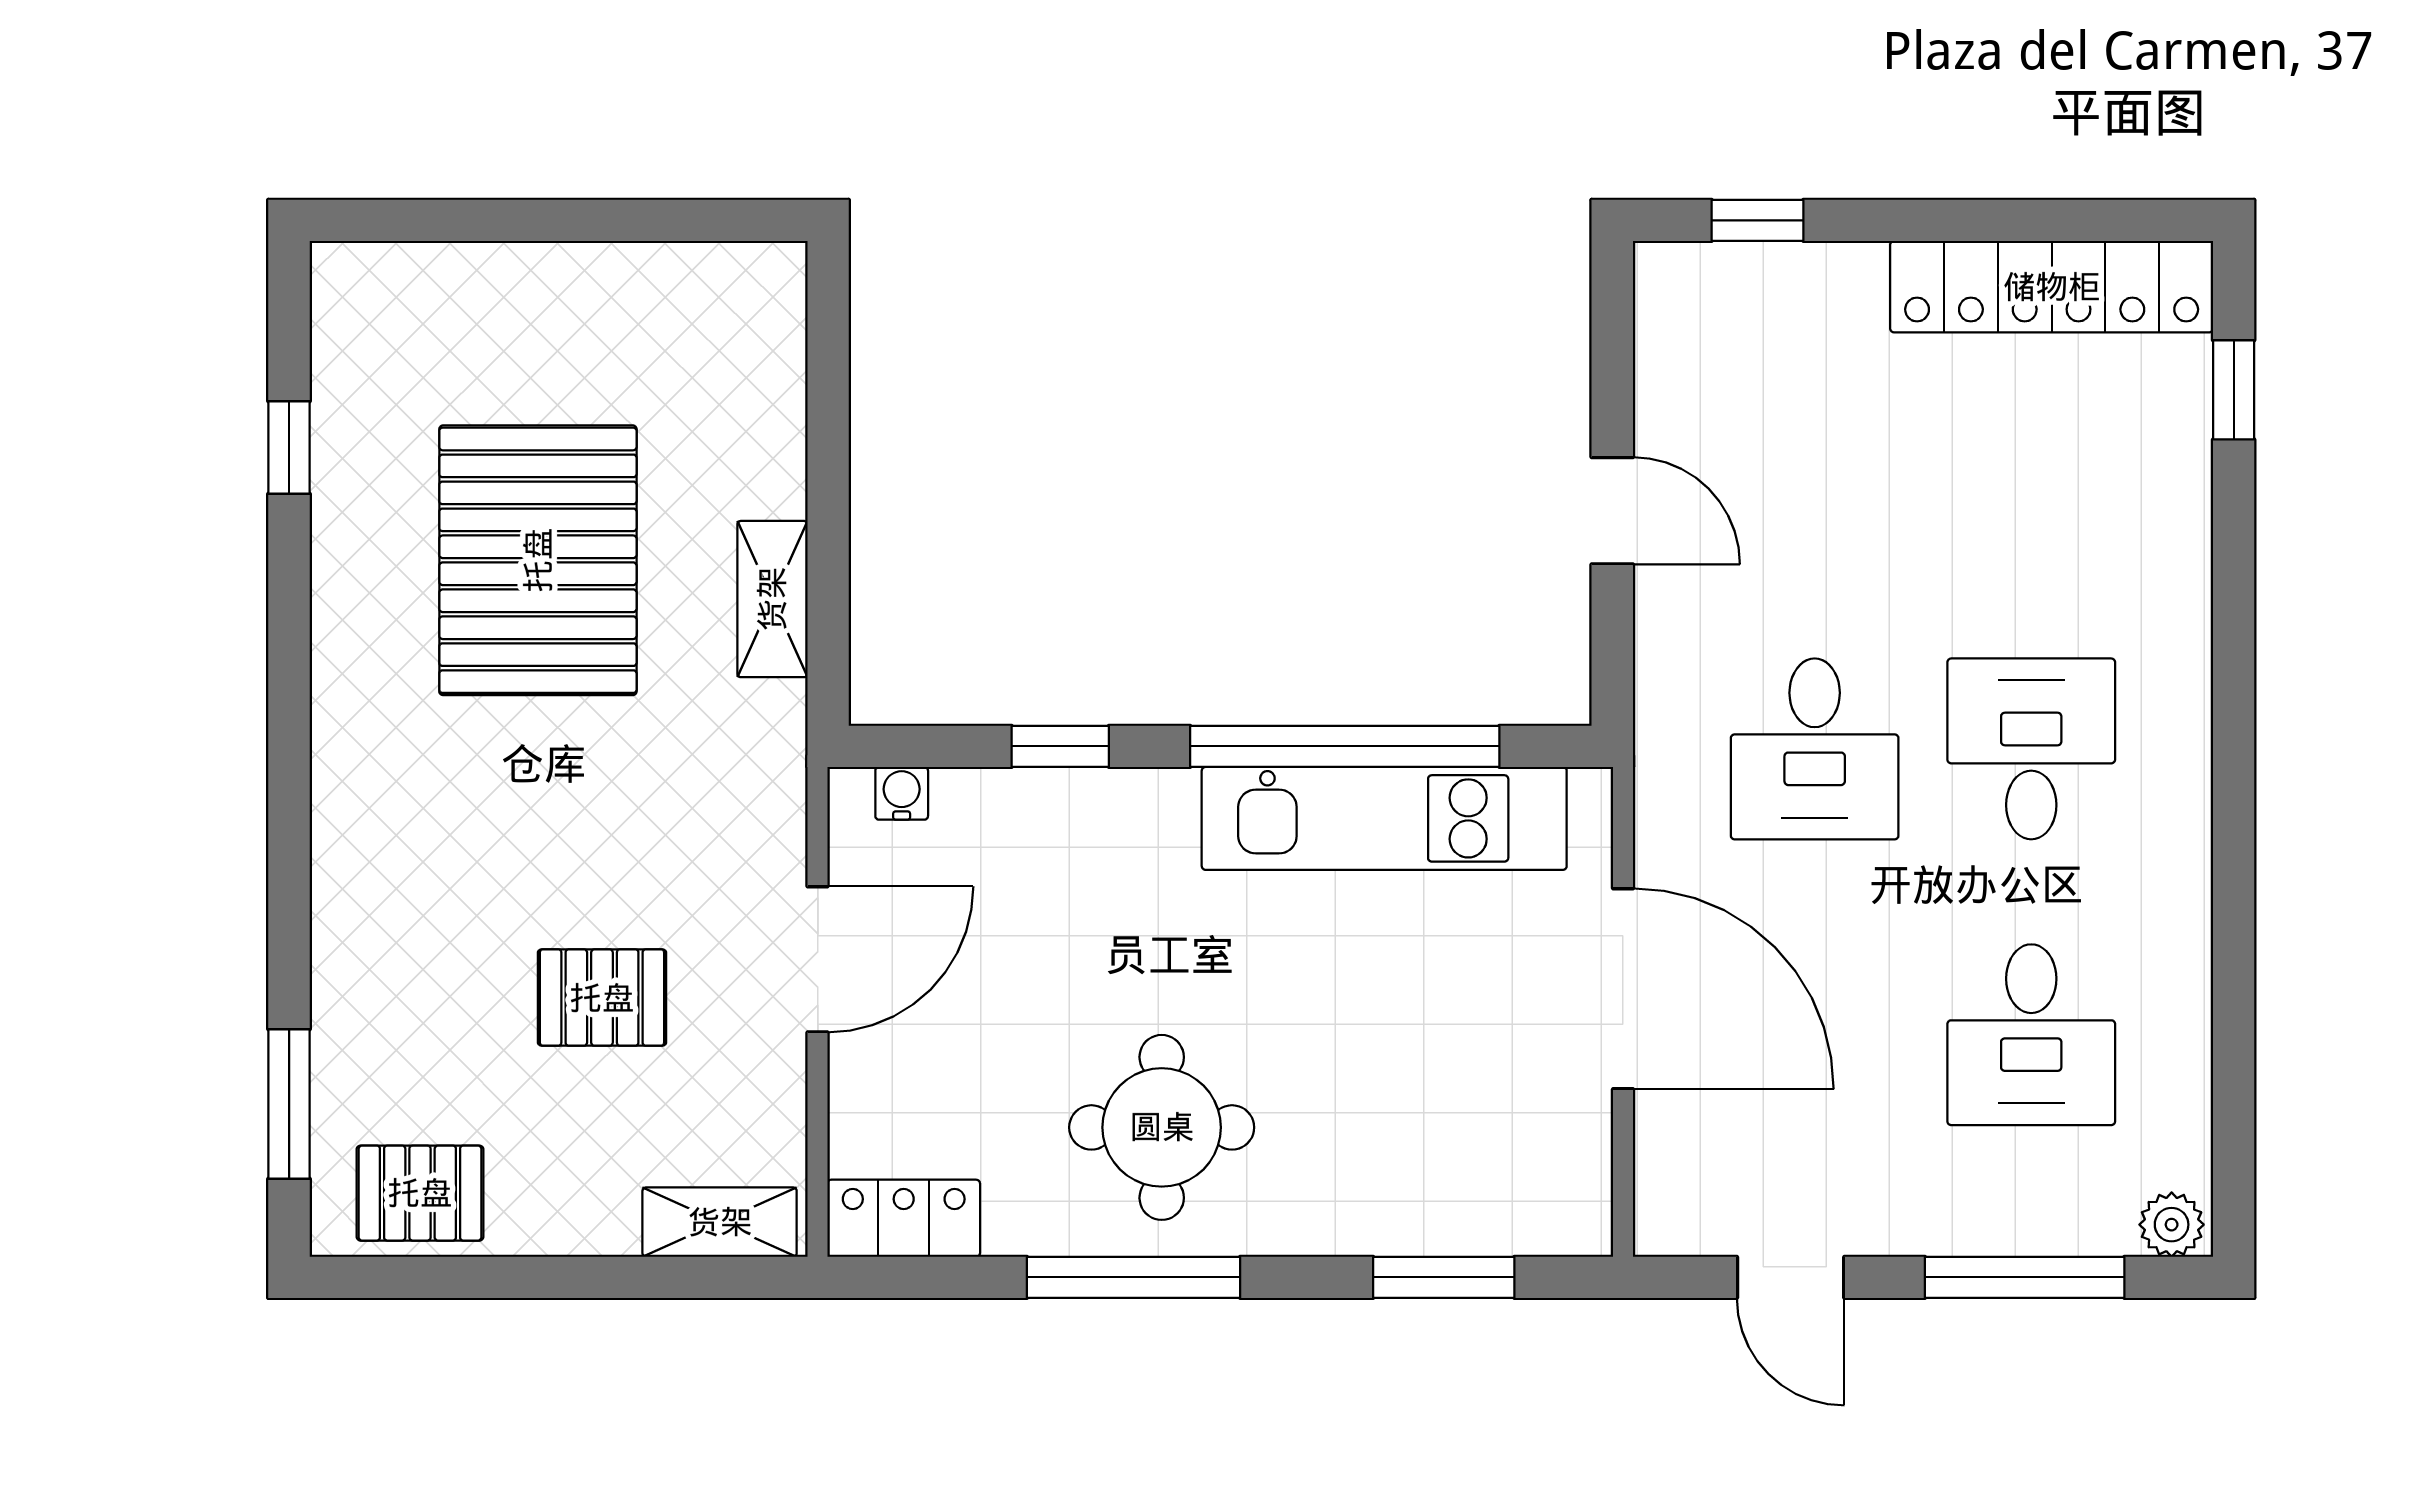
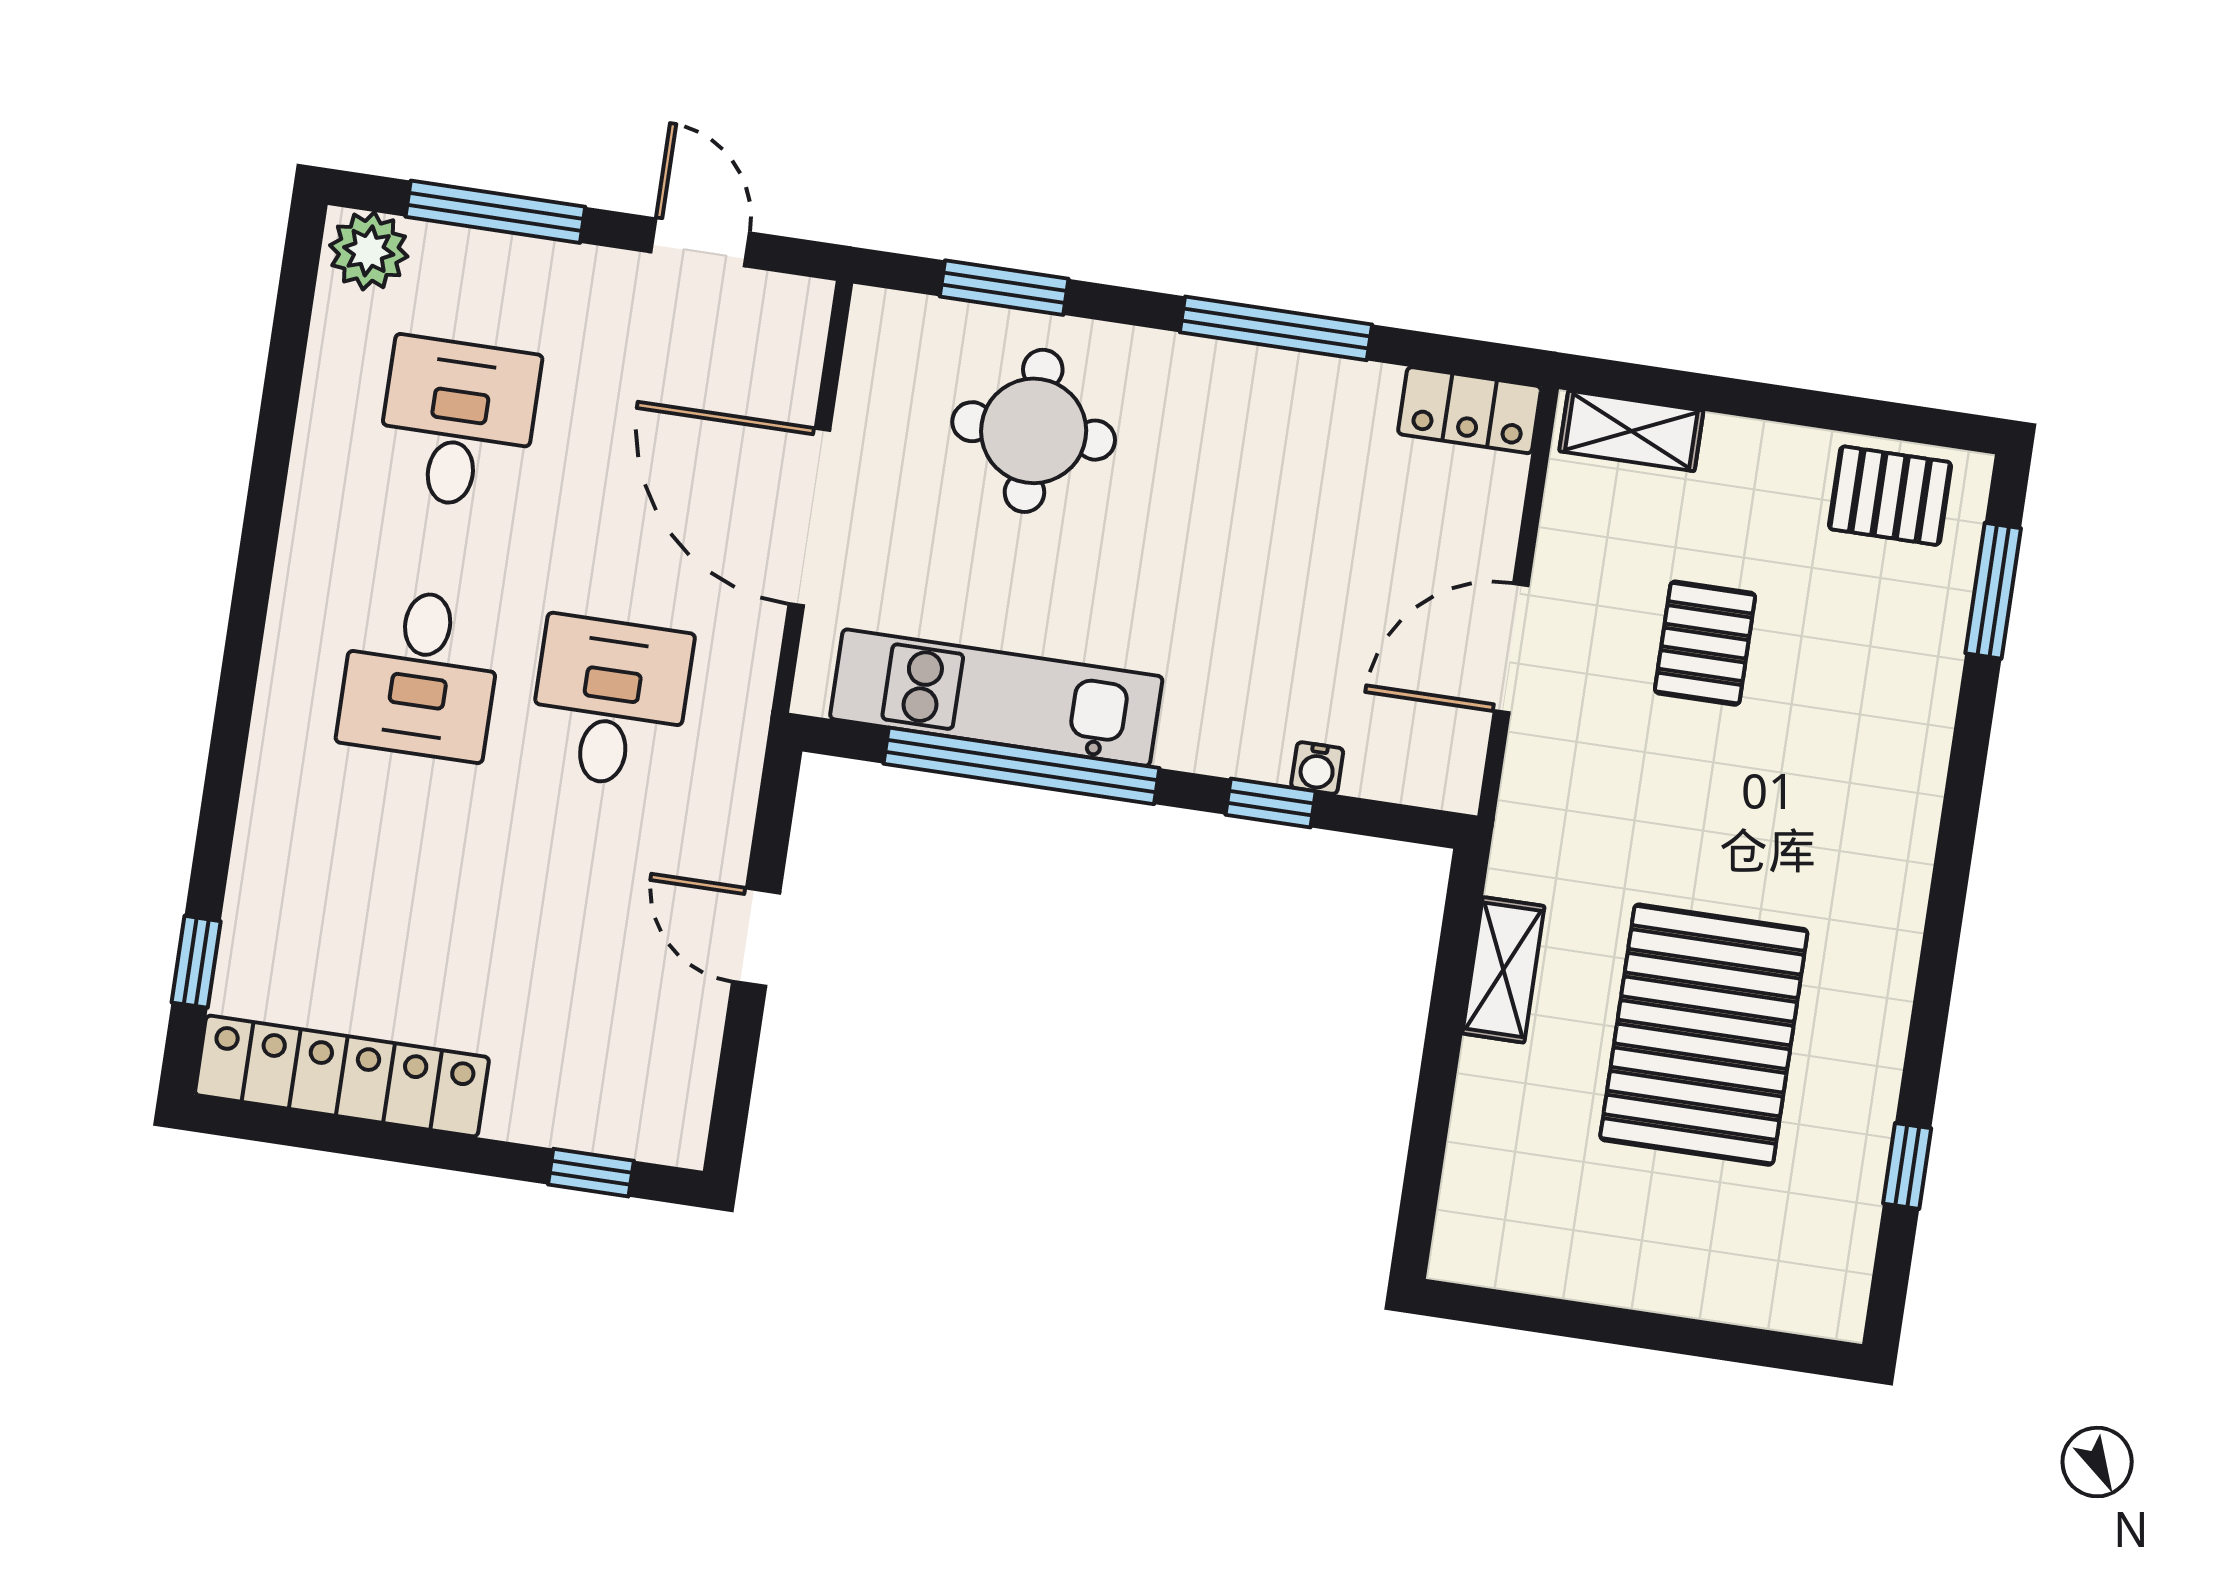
water cooler: (902, 793) -> (1317, 768), moved
pallet: (602, 998) -> (1705, 643), turned 90
round table: (1162, 1127) -> (1034, 431), moved
plant: (2172, 1225) -> (369, 251), width x1.38, depth x1.38

